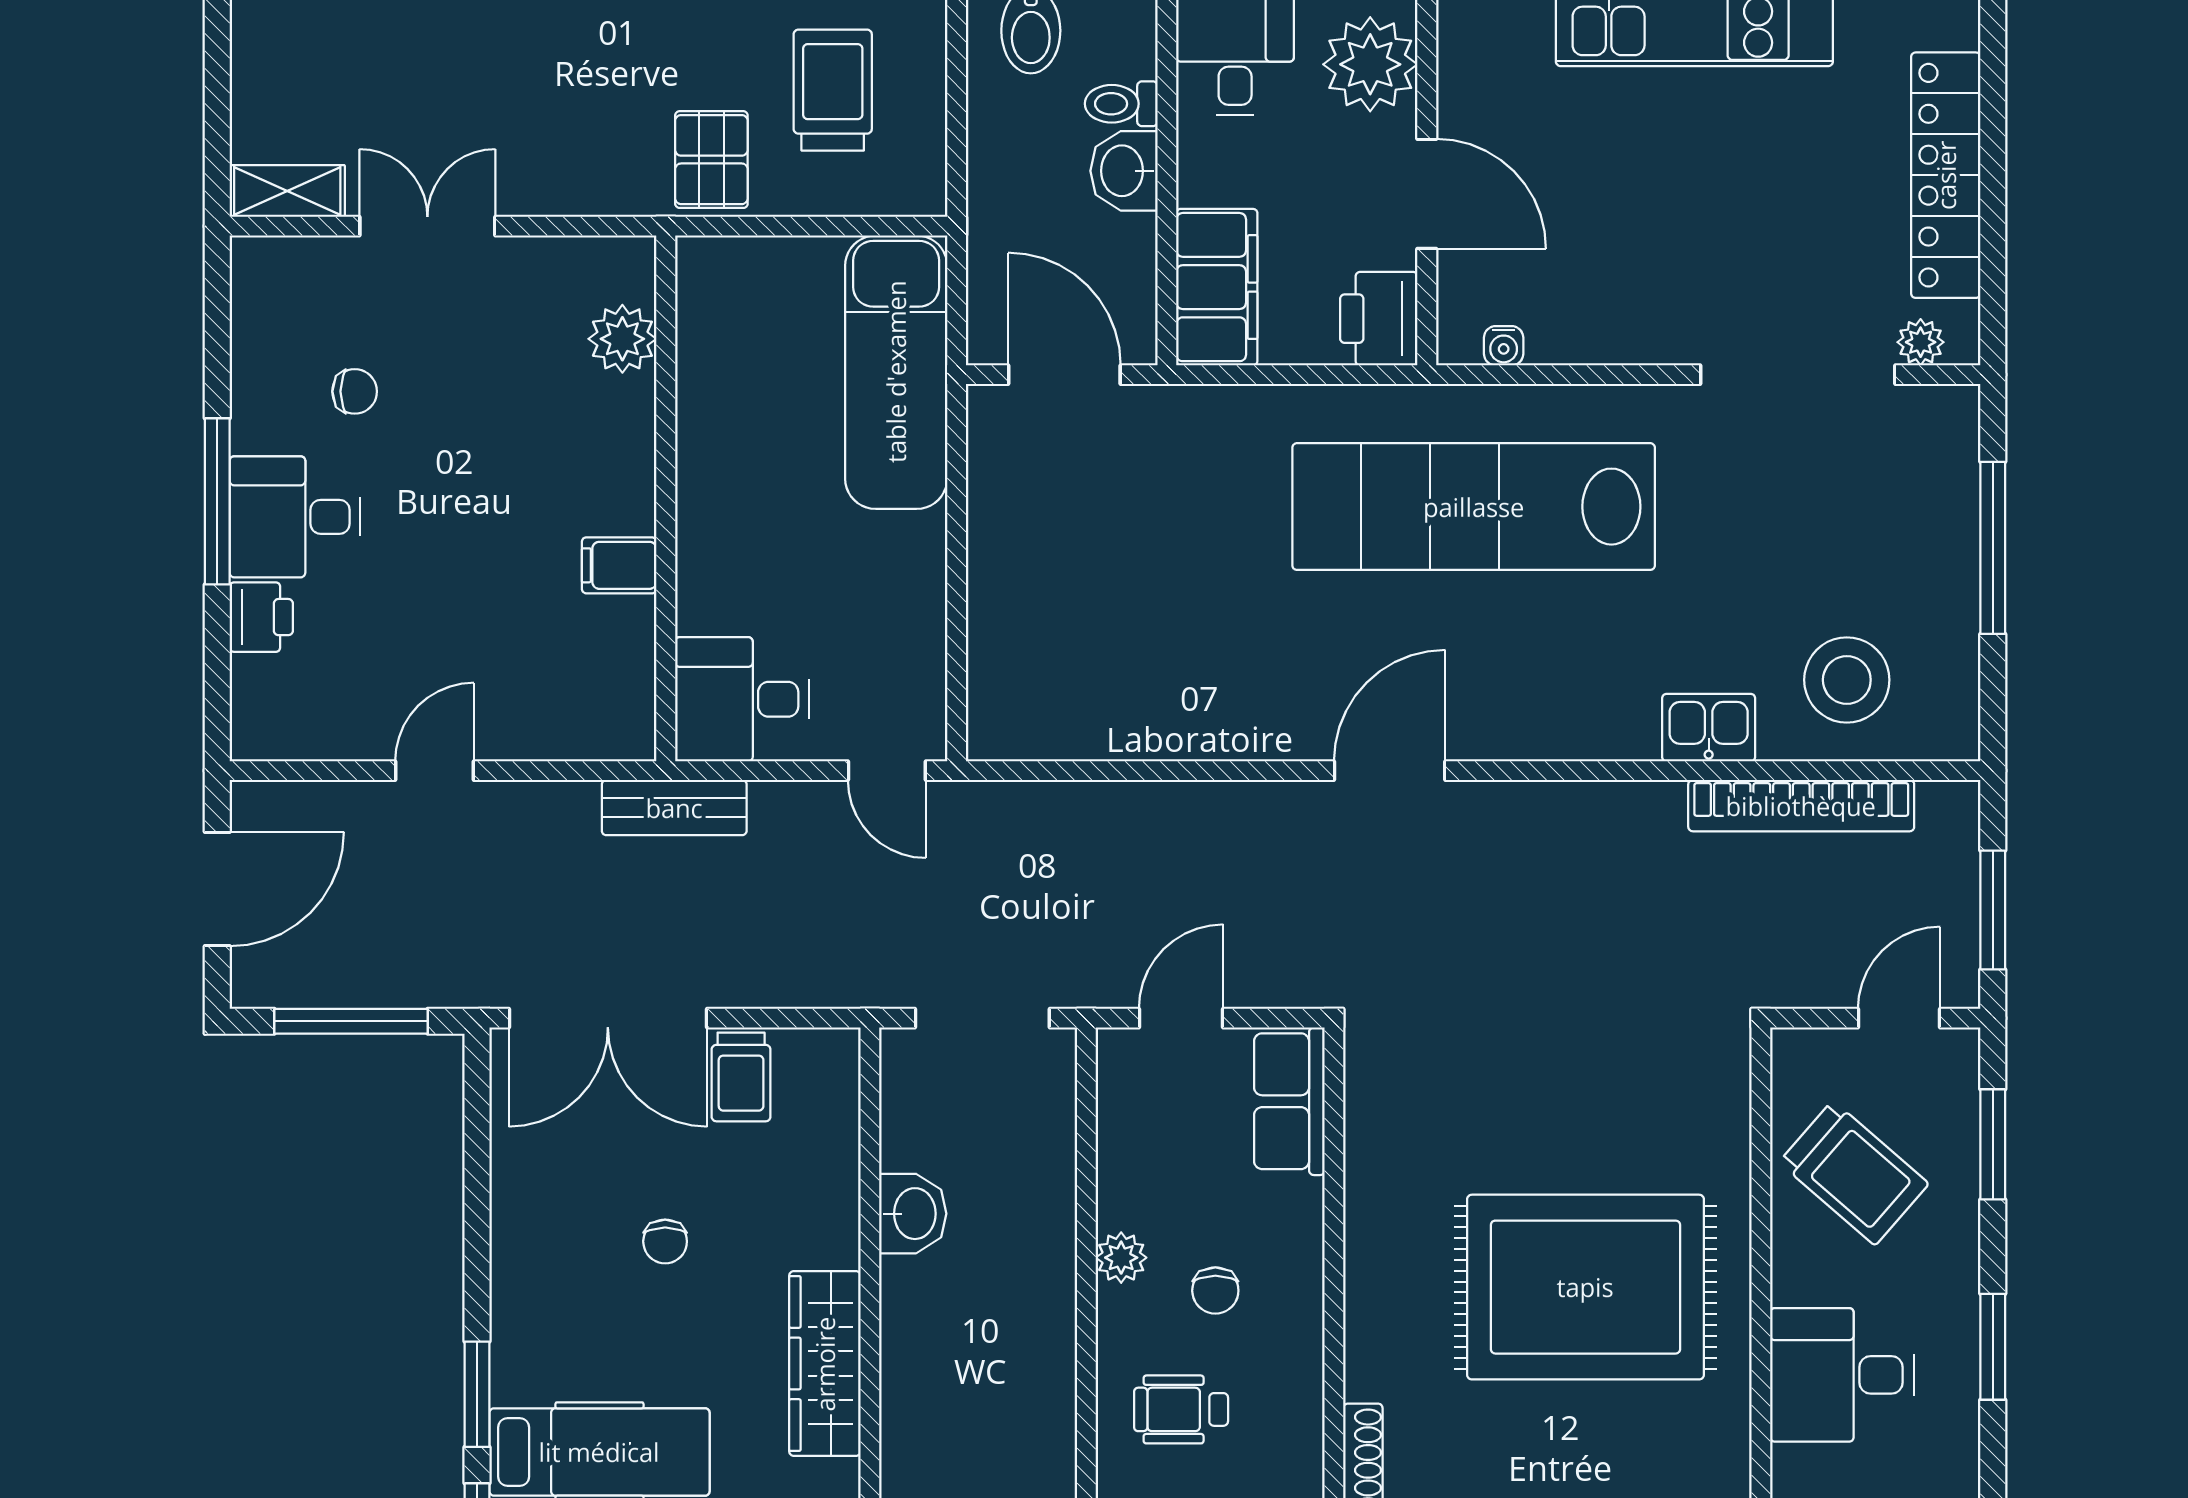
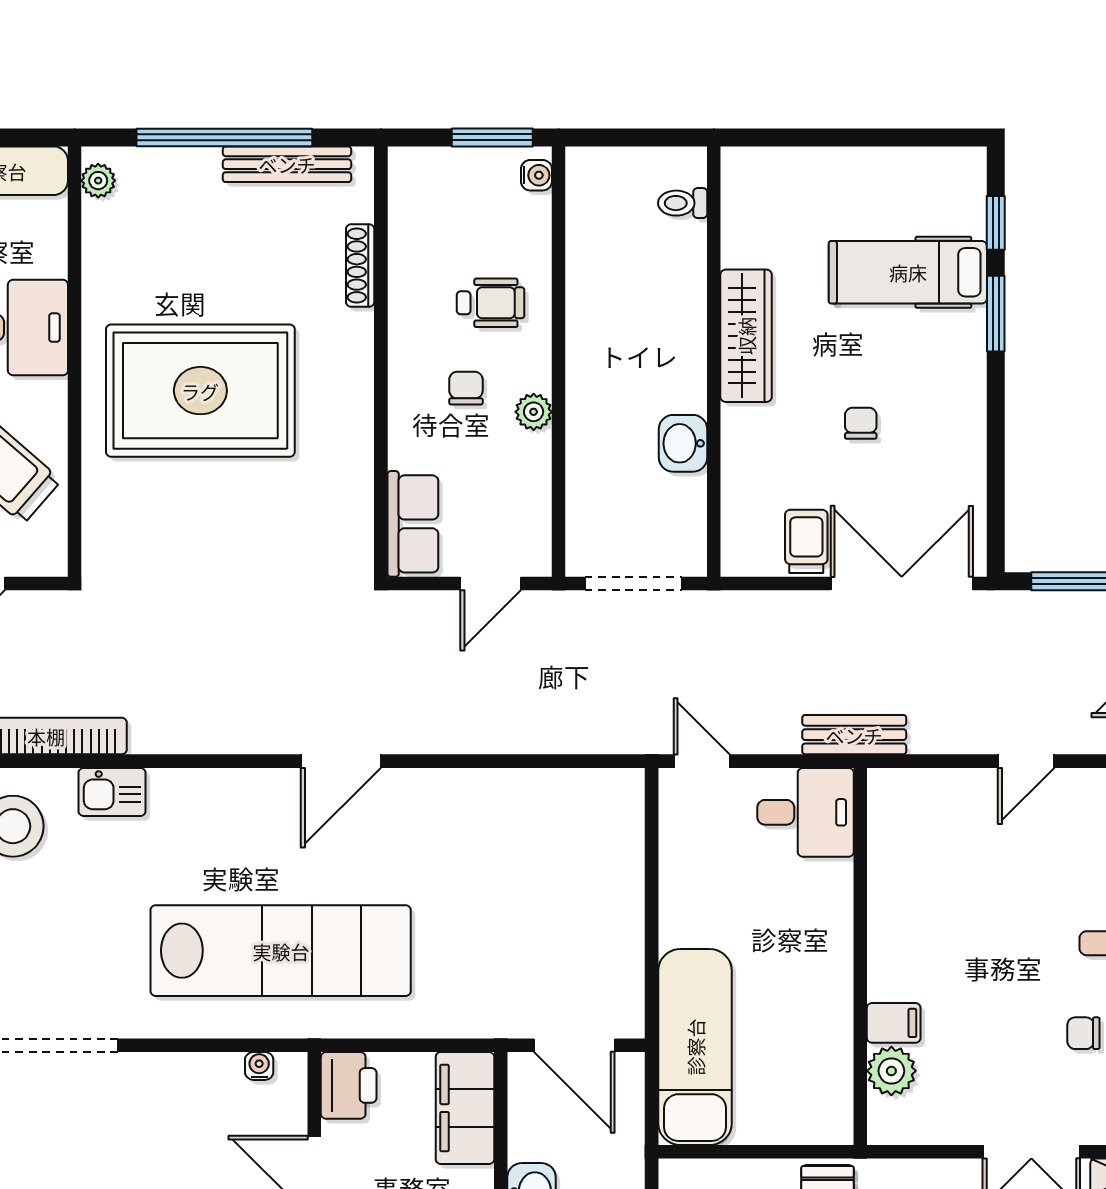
filing cabinet: (619, 565) -> (894, 1023), moved

